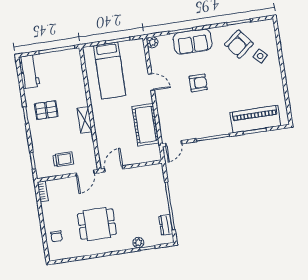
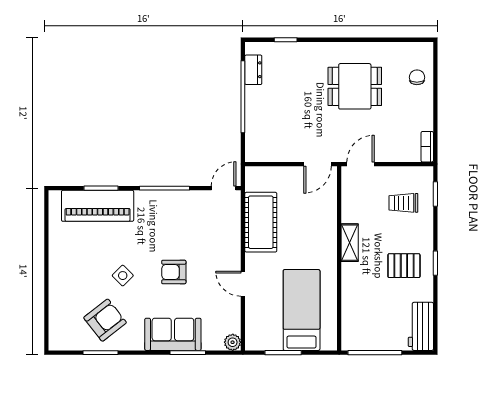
side table: (260, 56) -> (123, 276), moved
trolley: (63, 159) -> (403, 203), moved
plant: (138, 243) -> (298, 50), removed

